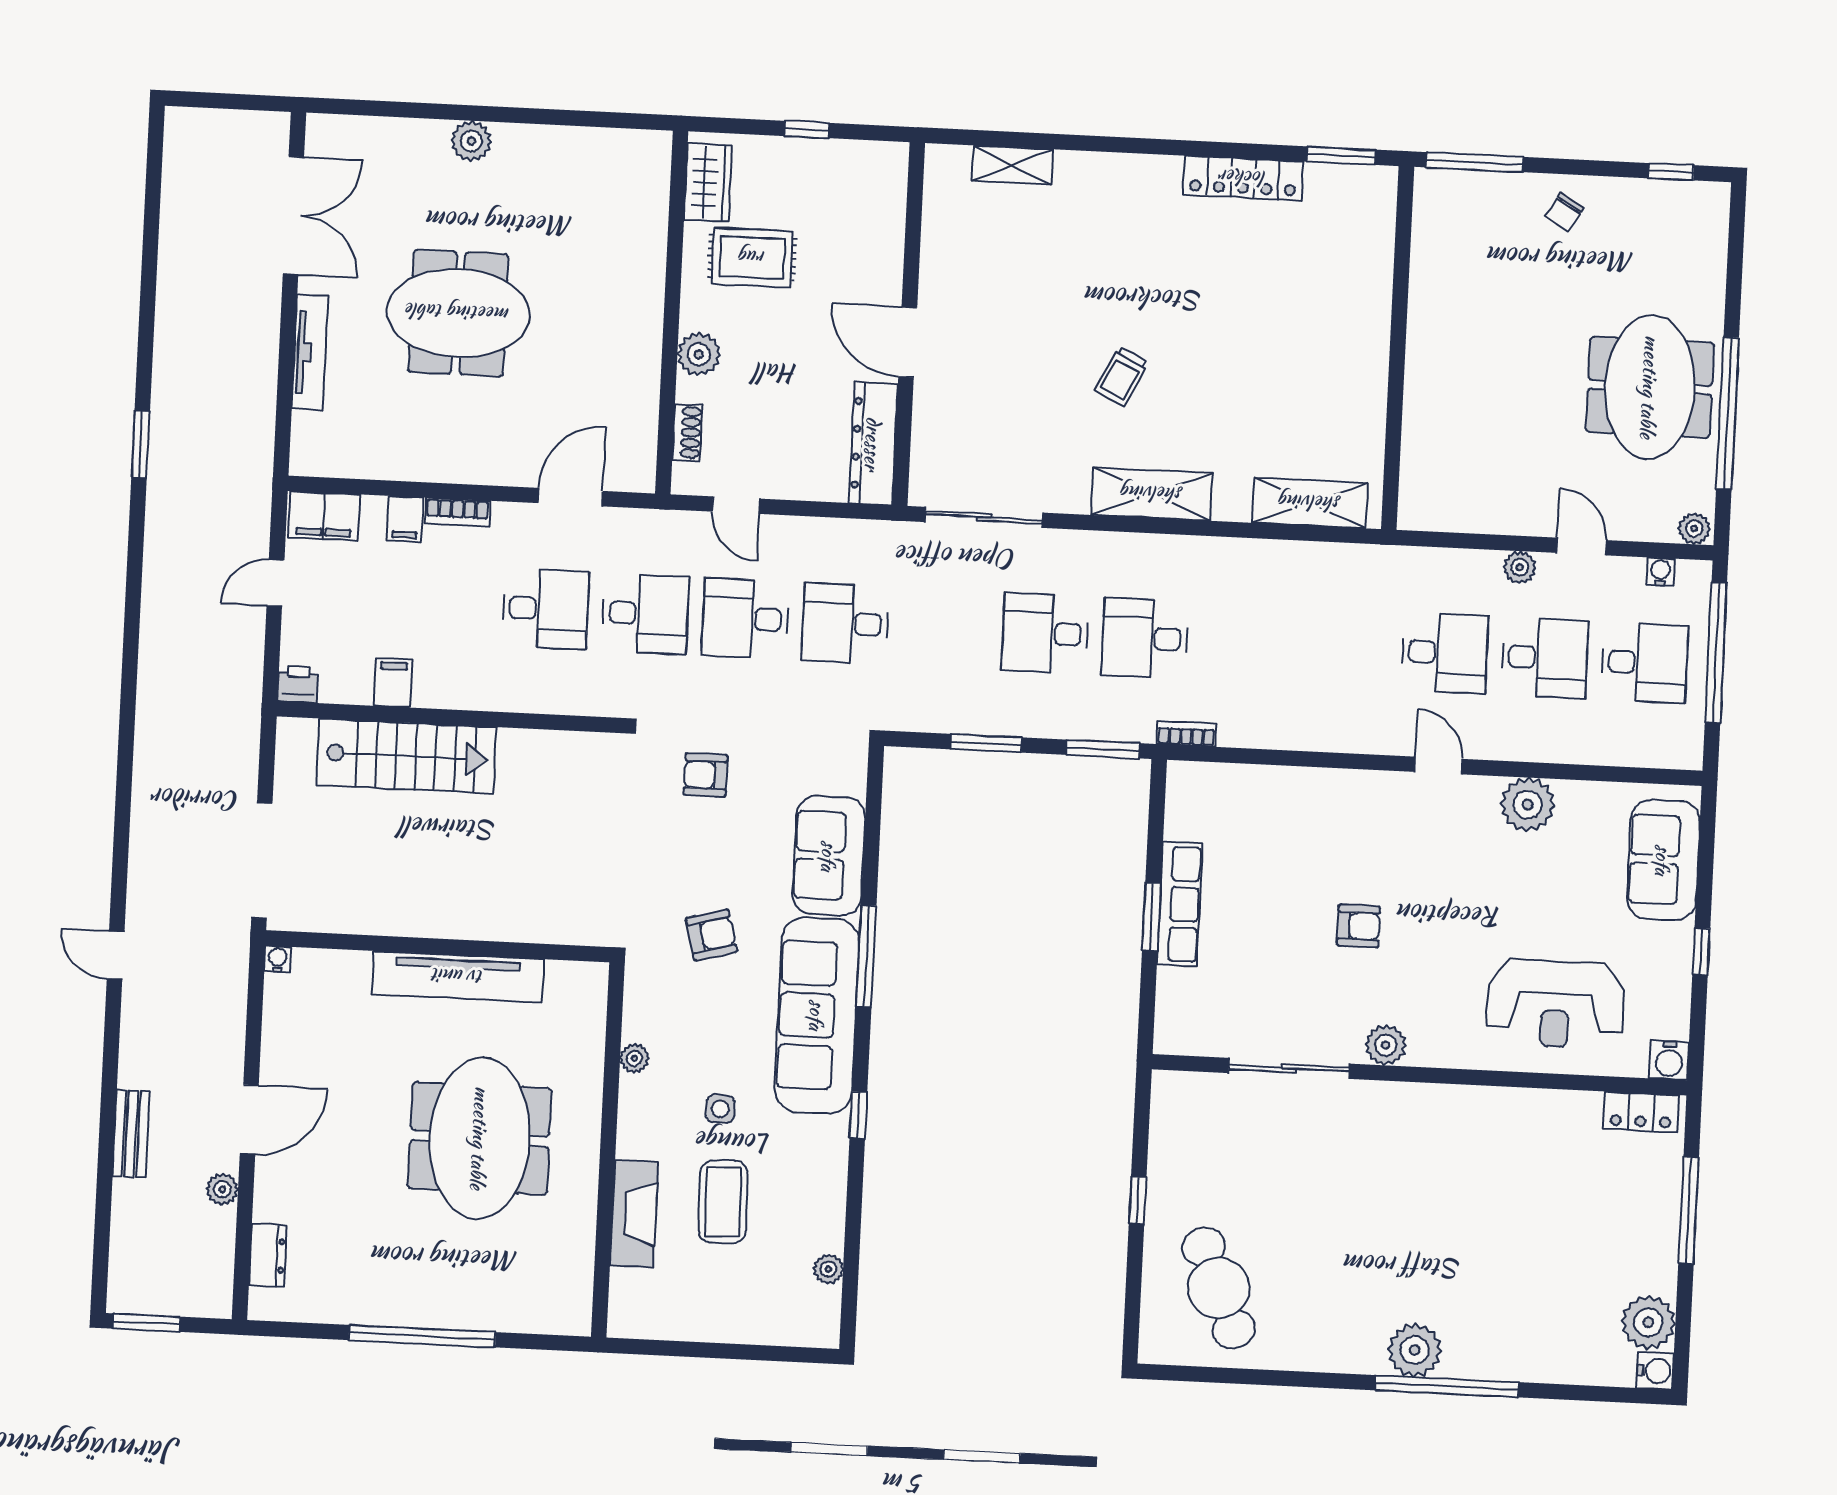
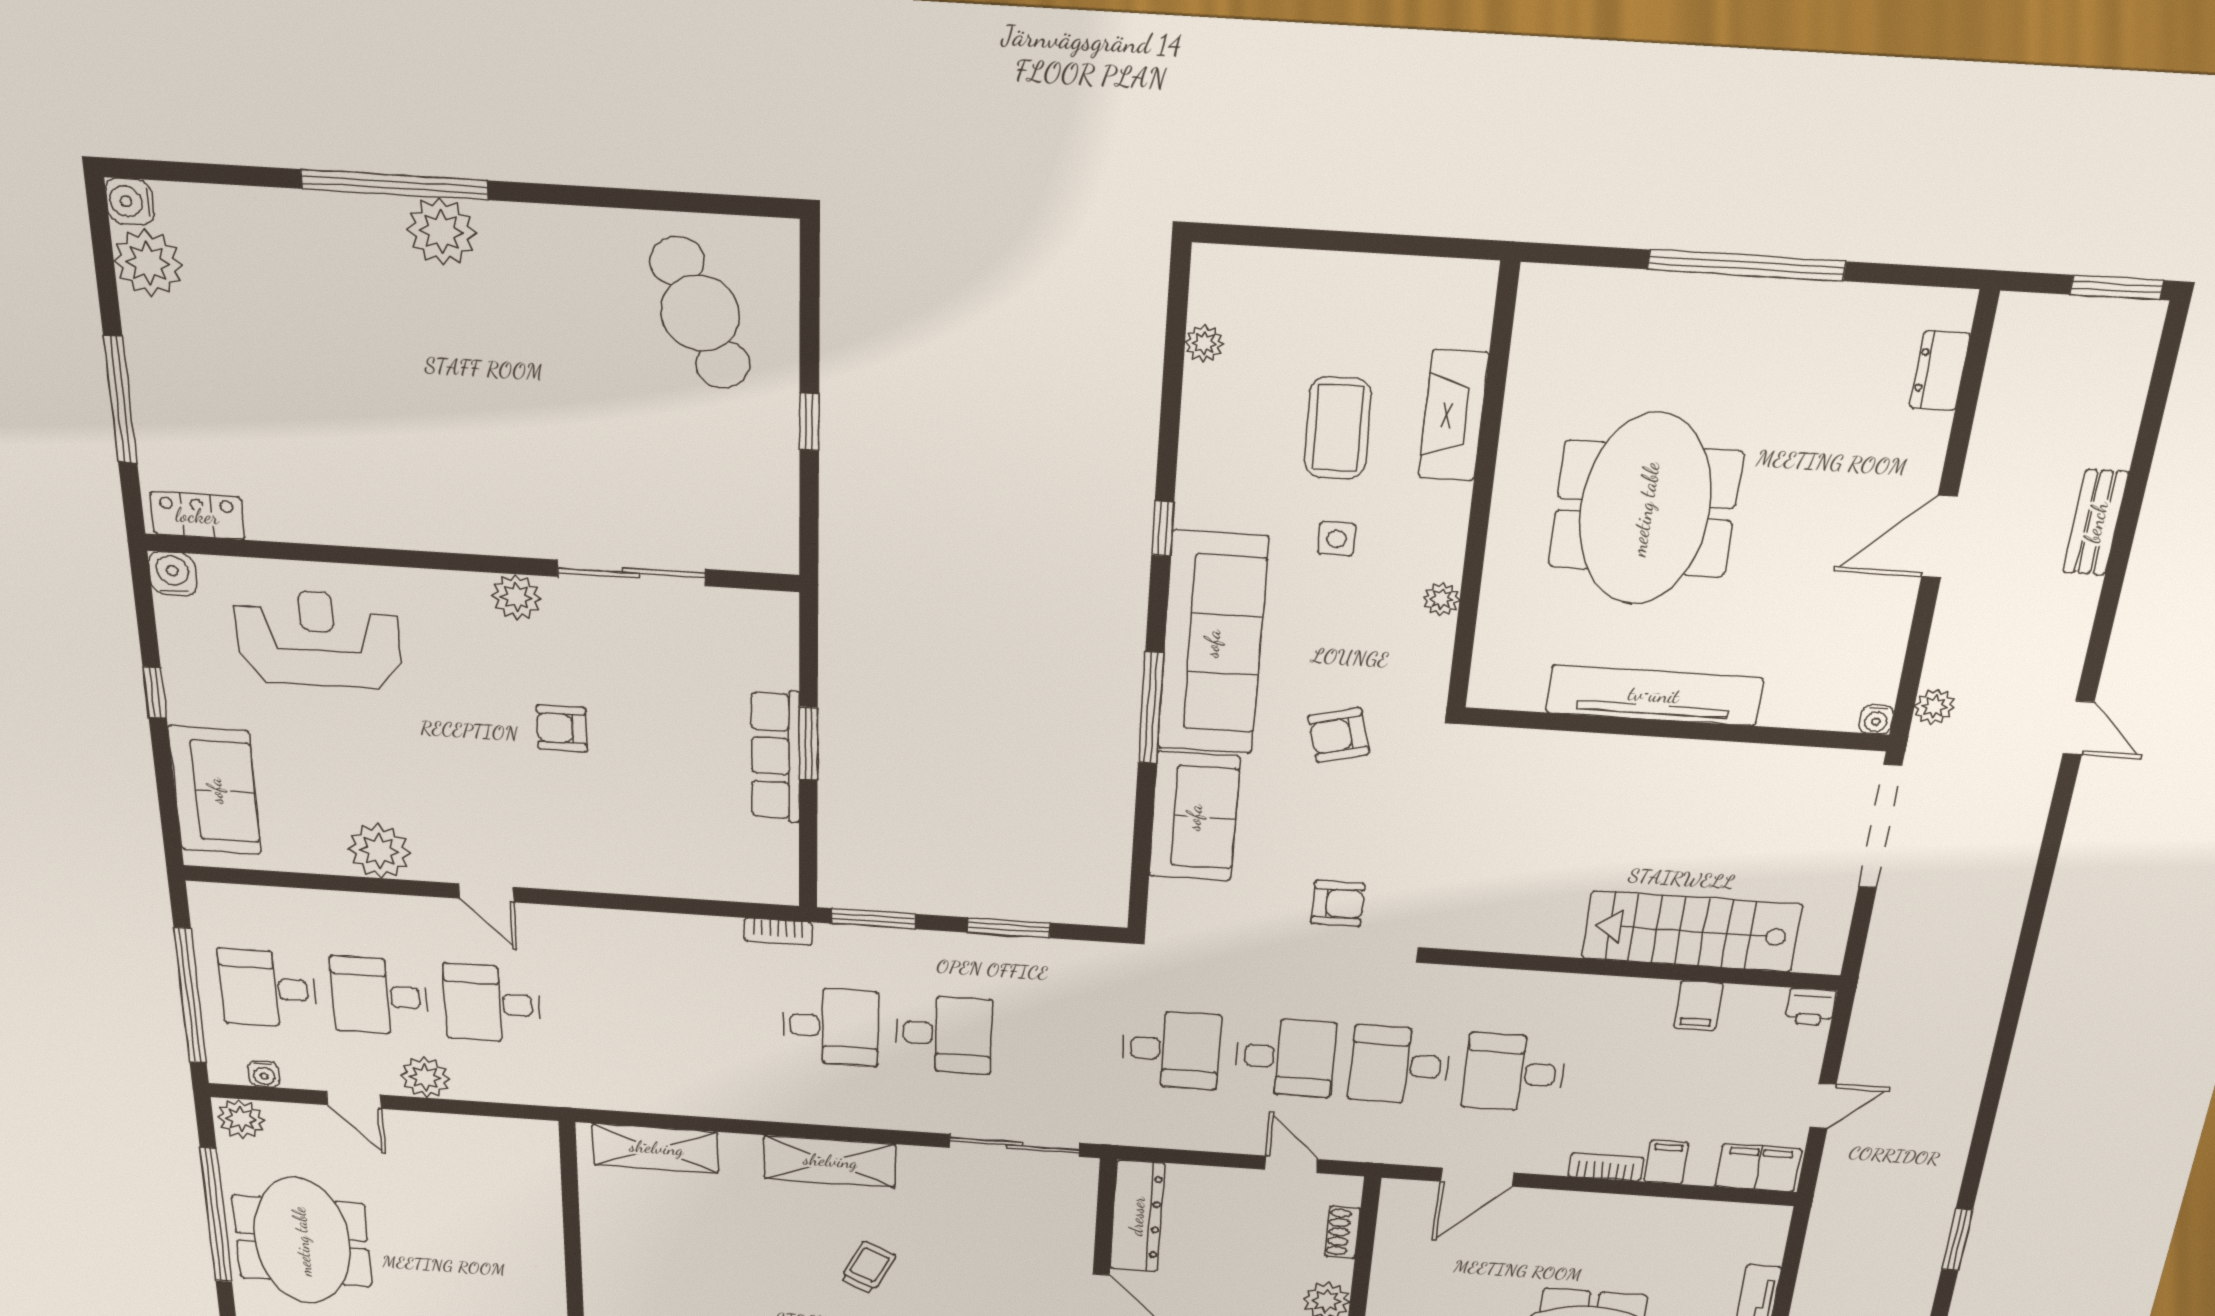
plant: (1694, 529) -> (241, 1119), width x1.38, depth x1.38
plant: (1520, 567) -> (425, 1077), width x1.38, depth x1.38
plant: (222, 1189) -> (1934, 707), moved

